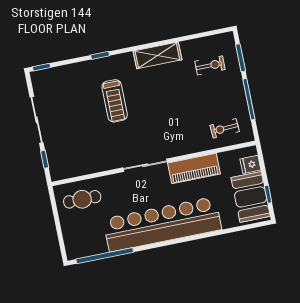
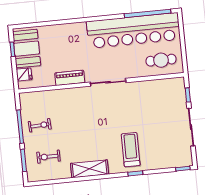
treadmill: (115, 101) -> (131, 150), moved
exercise bike: (225, 128) -> (40, 125), moved
piano: (194, 169) -> (70, 78), width x0.73, depth x0.75
bar counter: (162, 224) -> (133, 30), moved

